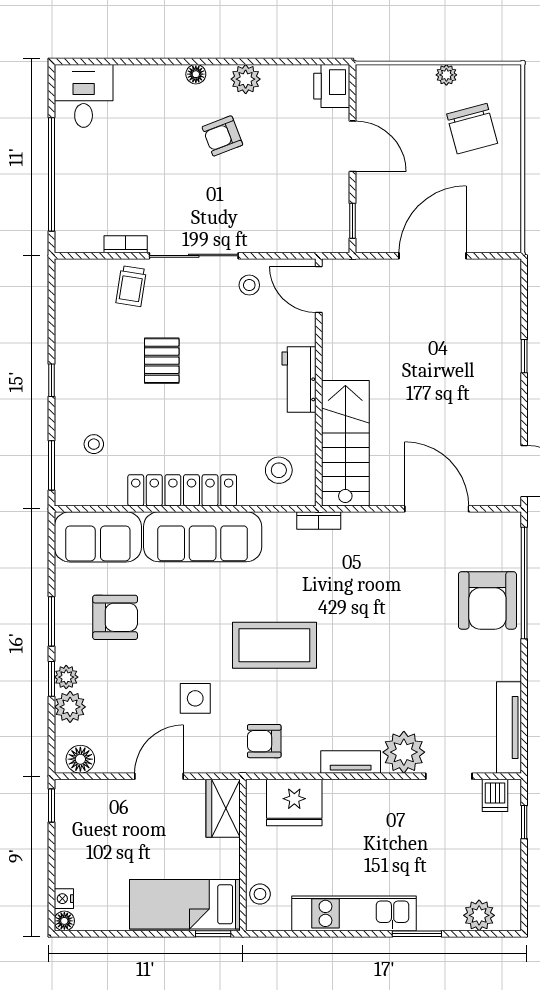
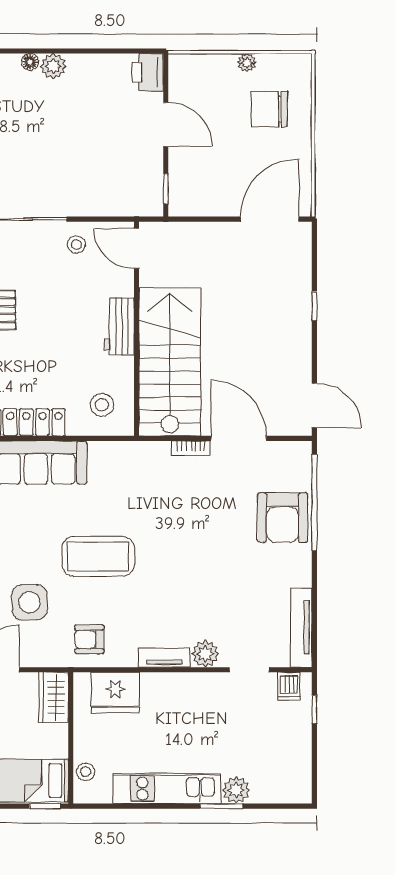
plant: (246, 79) -> (53, 66), moved
chair: (472, 129) -> (269, 109), turned 105
armchair: (222, 136) -> (53, 115), removed
door: (433, 256) -> (270, 219), moved
stairs: (345, 443) -> (170, 362), width x1.36, depth x1.51
bookcase: (319, 520) -> (191, 448), moved
side table: (195, 698) -> (30, 602), width x1.37, depth x1.37
plant: (404, 752) -> (205, 654), width x0.73, depth x0.73
plant: (479, 915) -> (236, 790), moved

